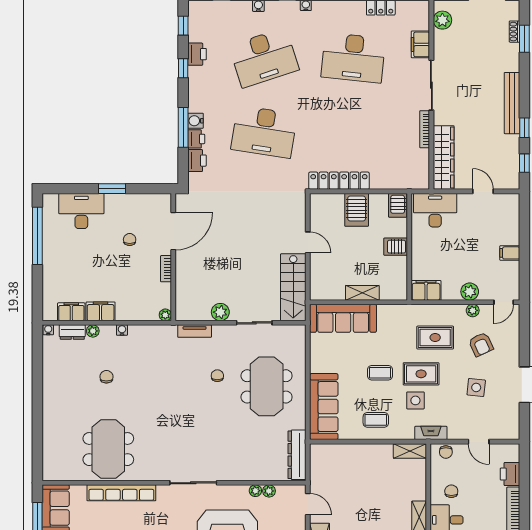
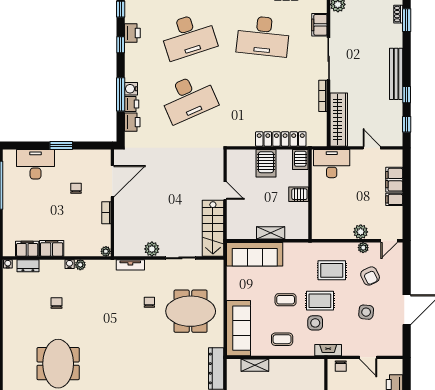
desk: (264, 132) -> (188, 98), turned -33
locker: (339, 181) -> (281, 139), moved
filing cabinet: (426, 290) -> (394, 180), moved, turned -90
plant: (93, 331) -> (80, 265), moved
meeting table: (267, 386) -> (191, 311), turned 90
shelving: (410, 451) -> (255, 365), moved

